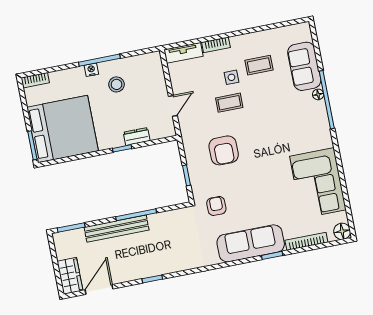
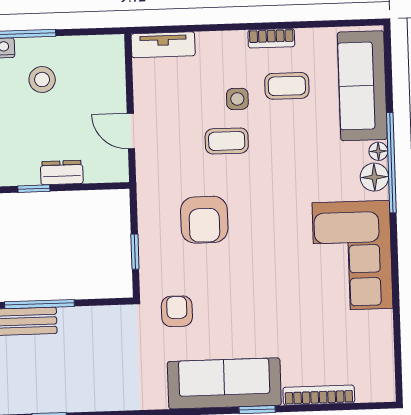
bookcase: (216, 45) -> (271, 38), moved
sofa: (304, 66) -> (362, 86), width x1.36
door: (173, 106) -> (131, 131), swing flipped
corner sofa: (318, 183) -> (352, 256), moved
floor lamp: (342, 231) -> (374, 177), moved

